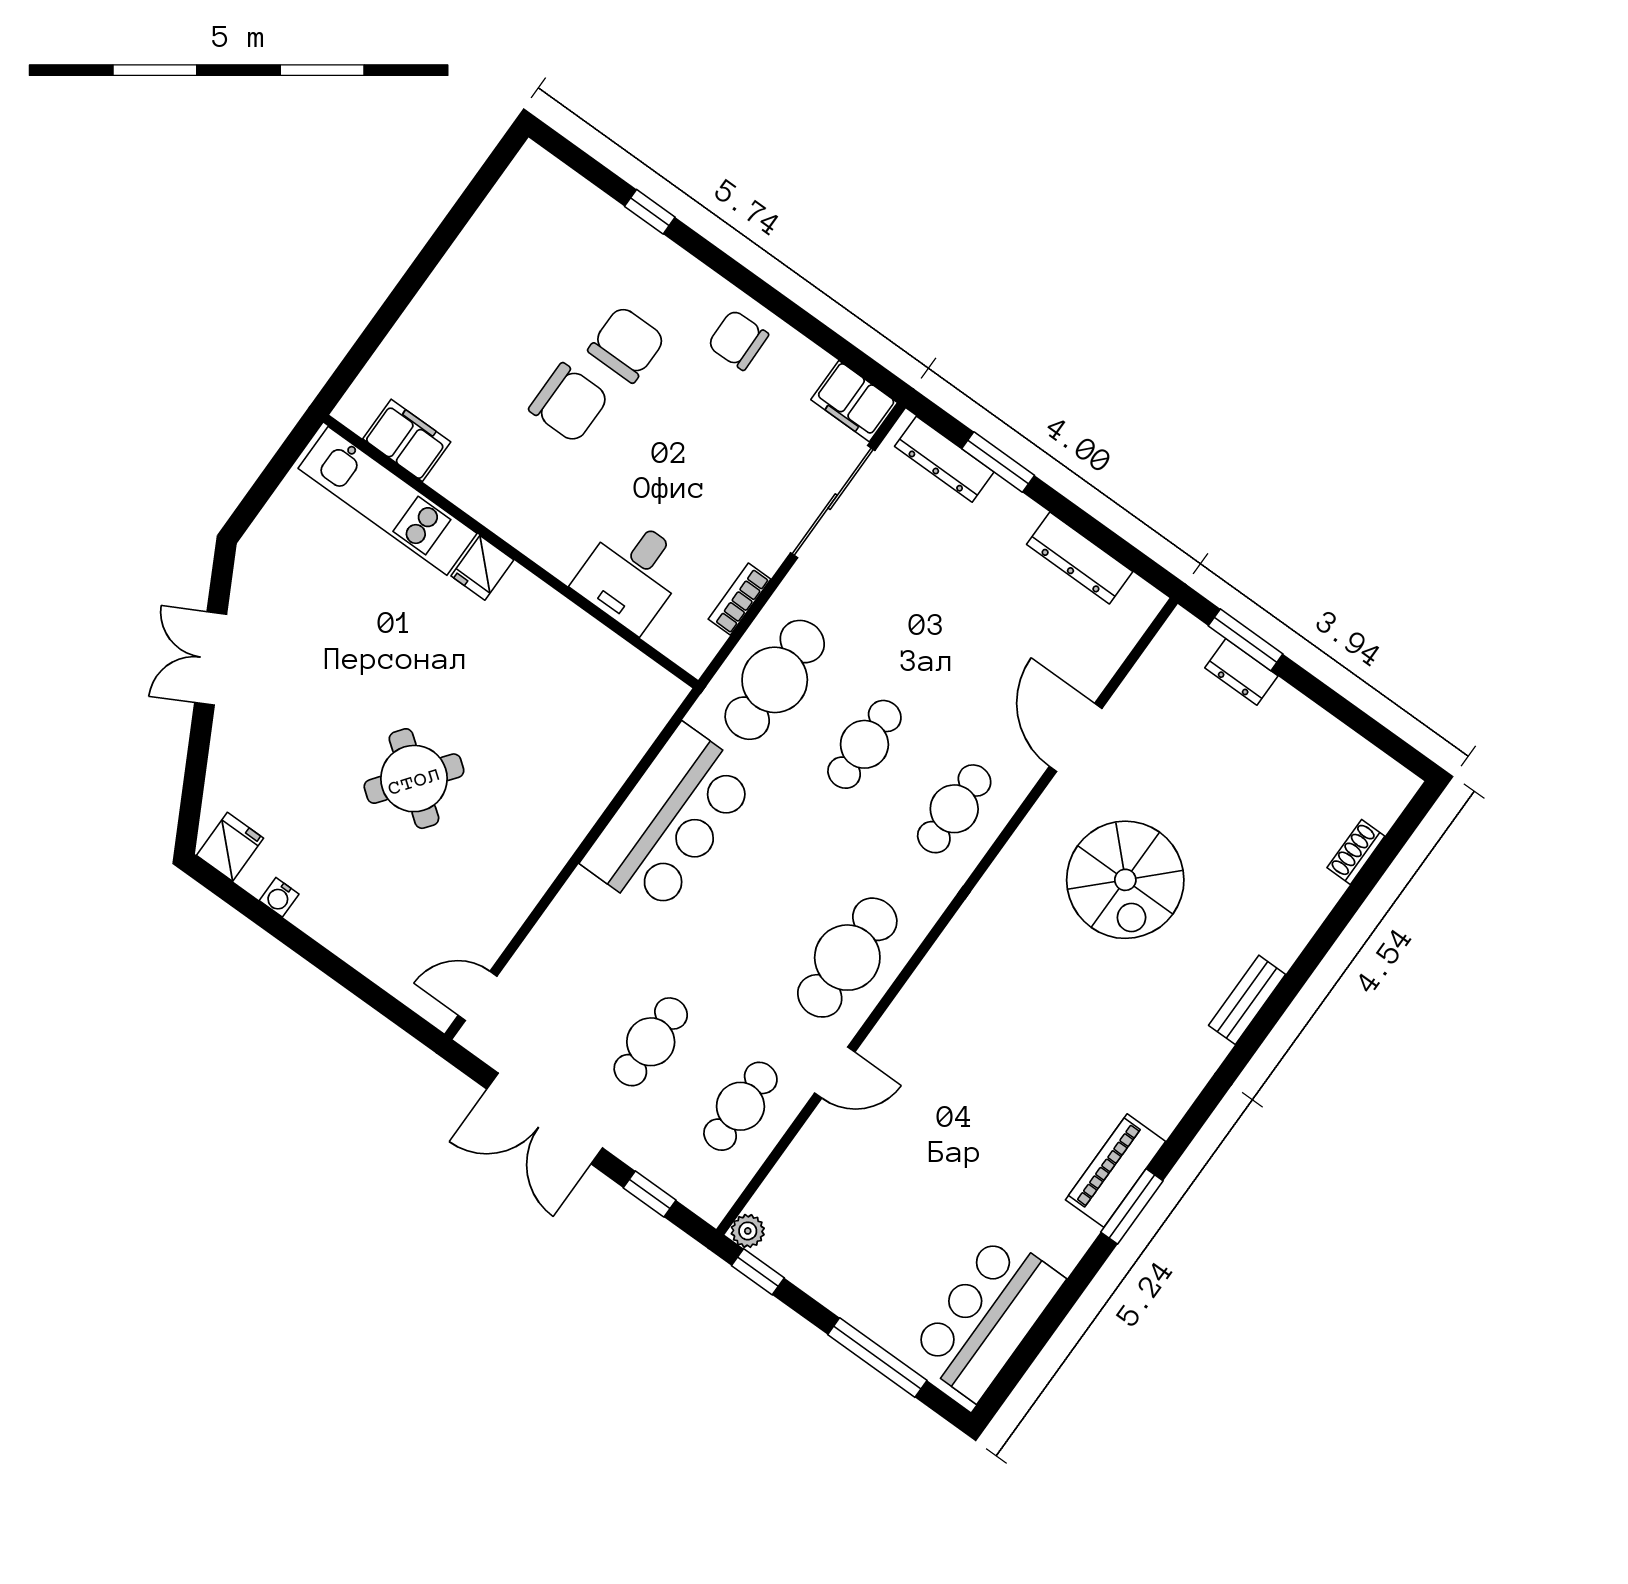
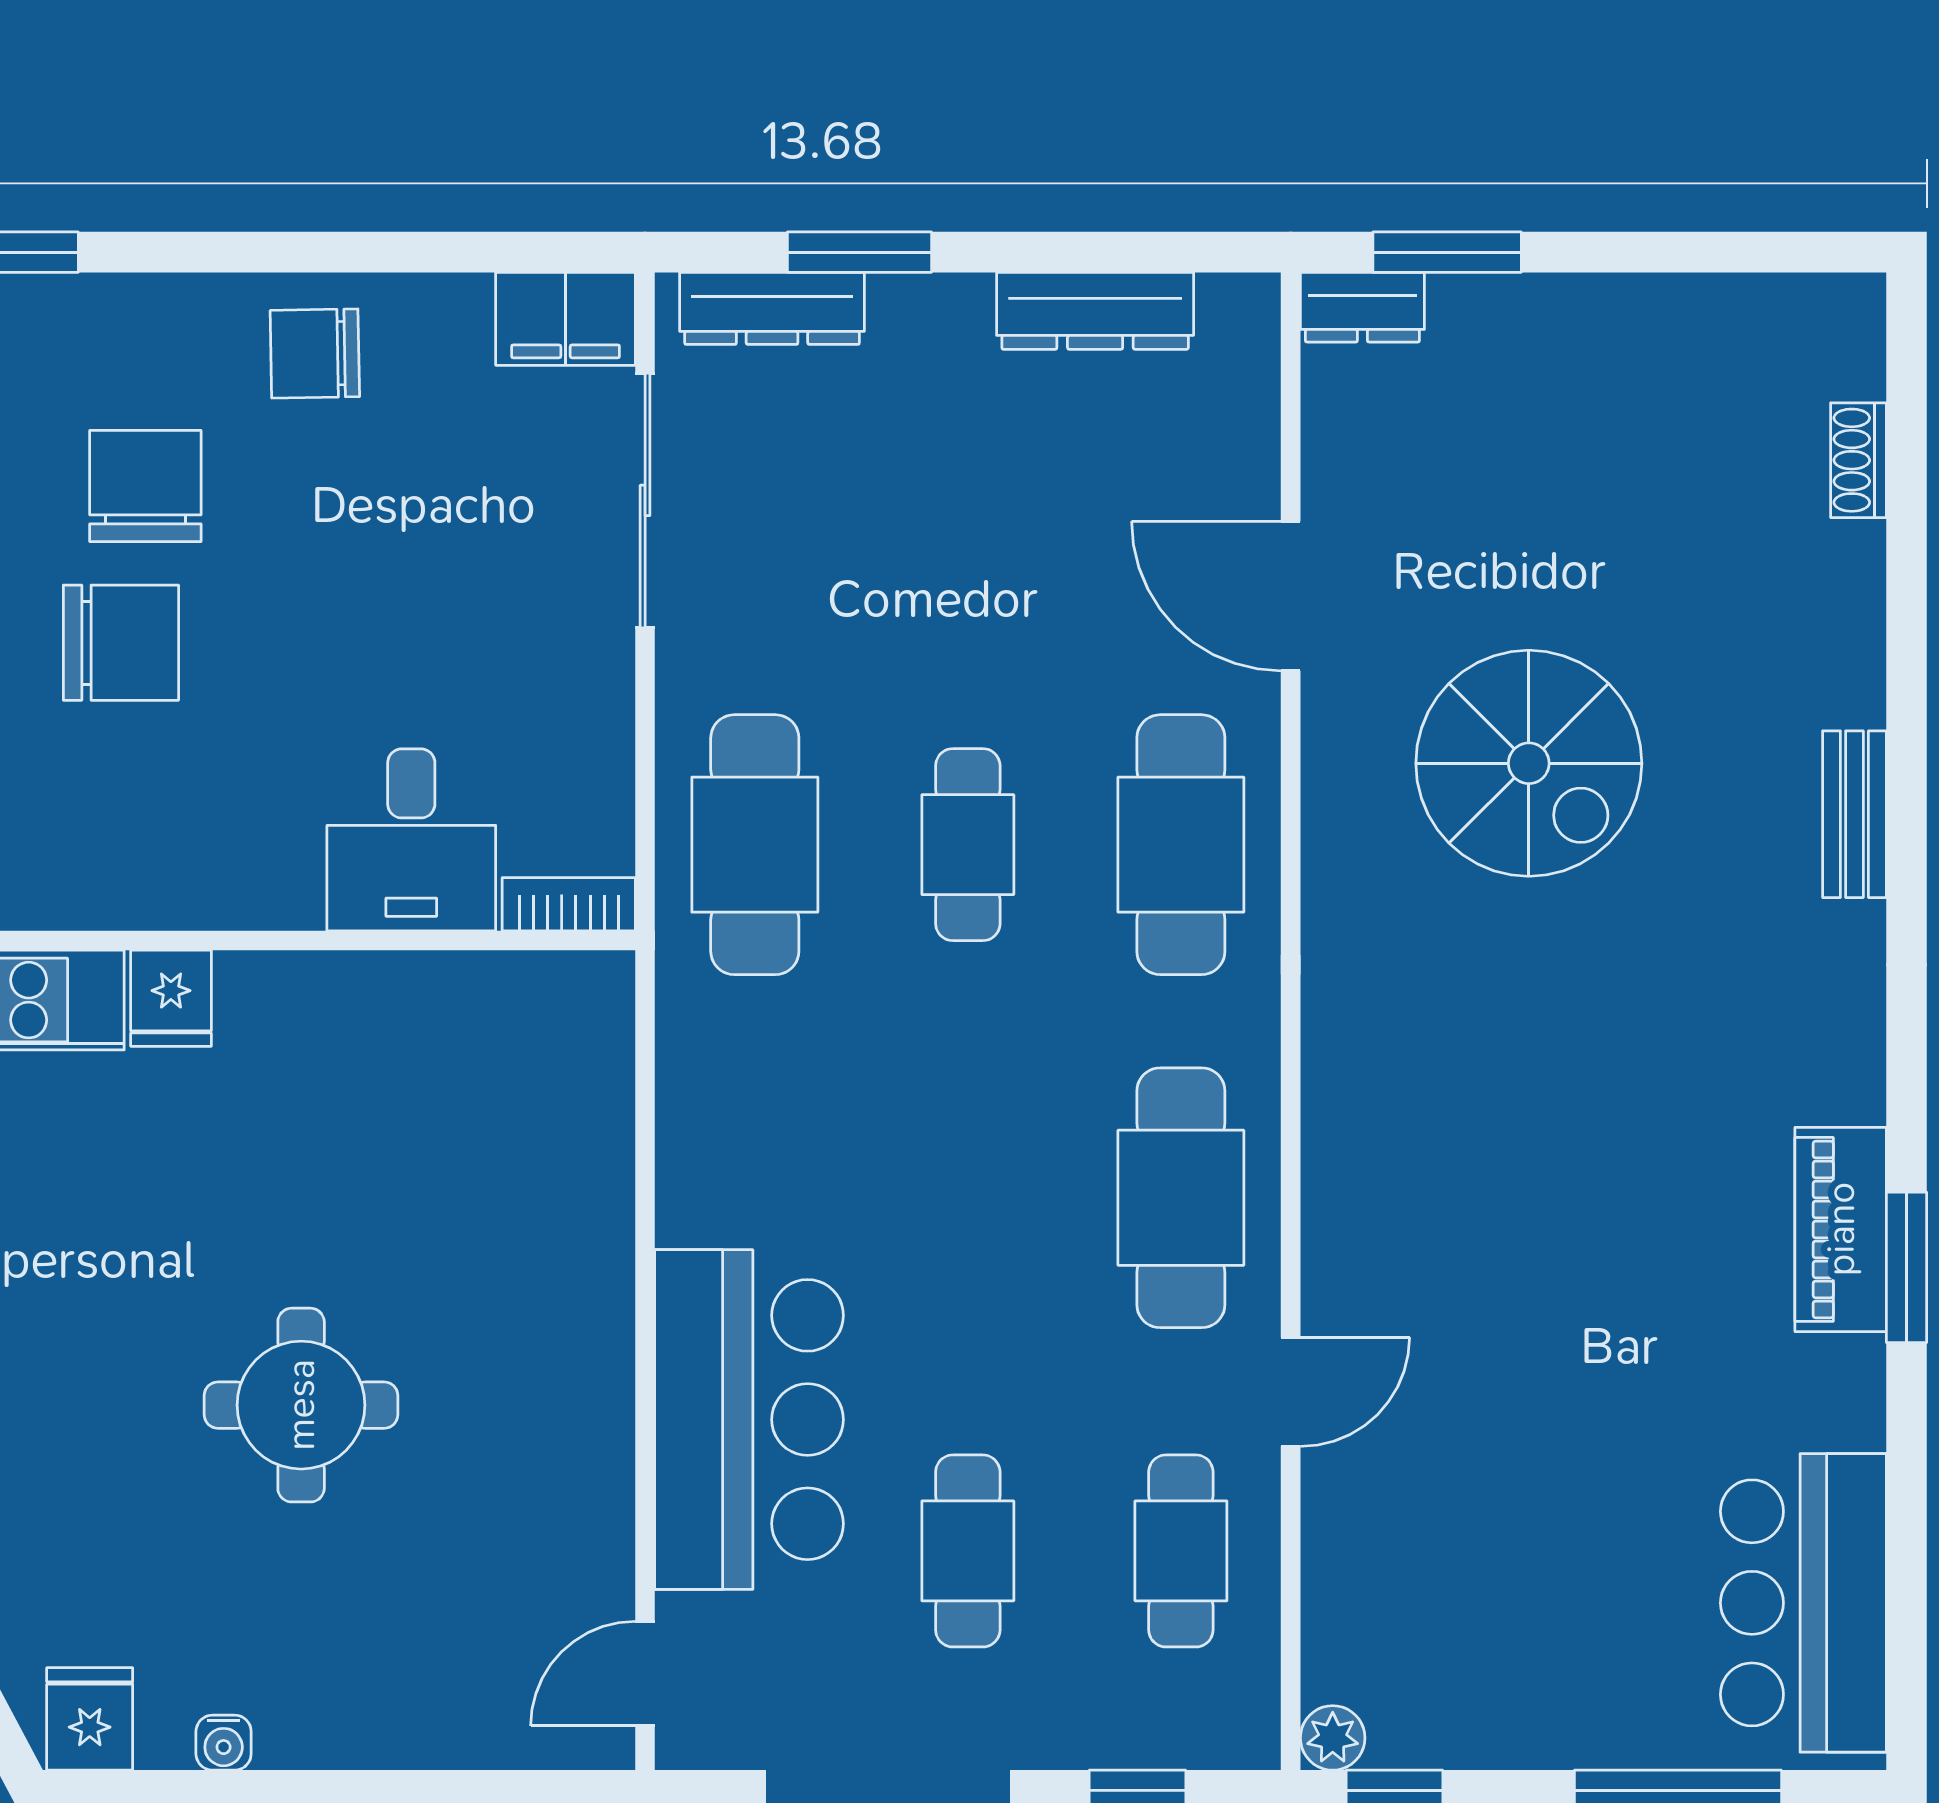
bookcase: (739, 599) -> (569, 904), moved, turned 90
dresser: (1241, 672) -> (1362, 307), moved
round table: (414, 779) -> (301, 1405), turned -37
cafe table: (954, 809) -> (1181, 845), width x1.37, depth x1.35
bar counter: (670, 821) -> (749, 1420), moved

